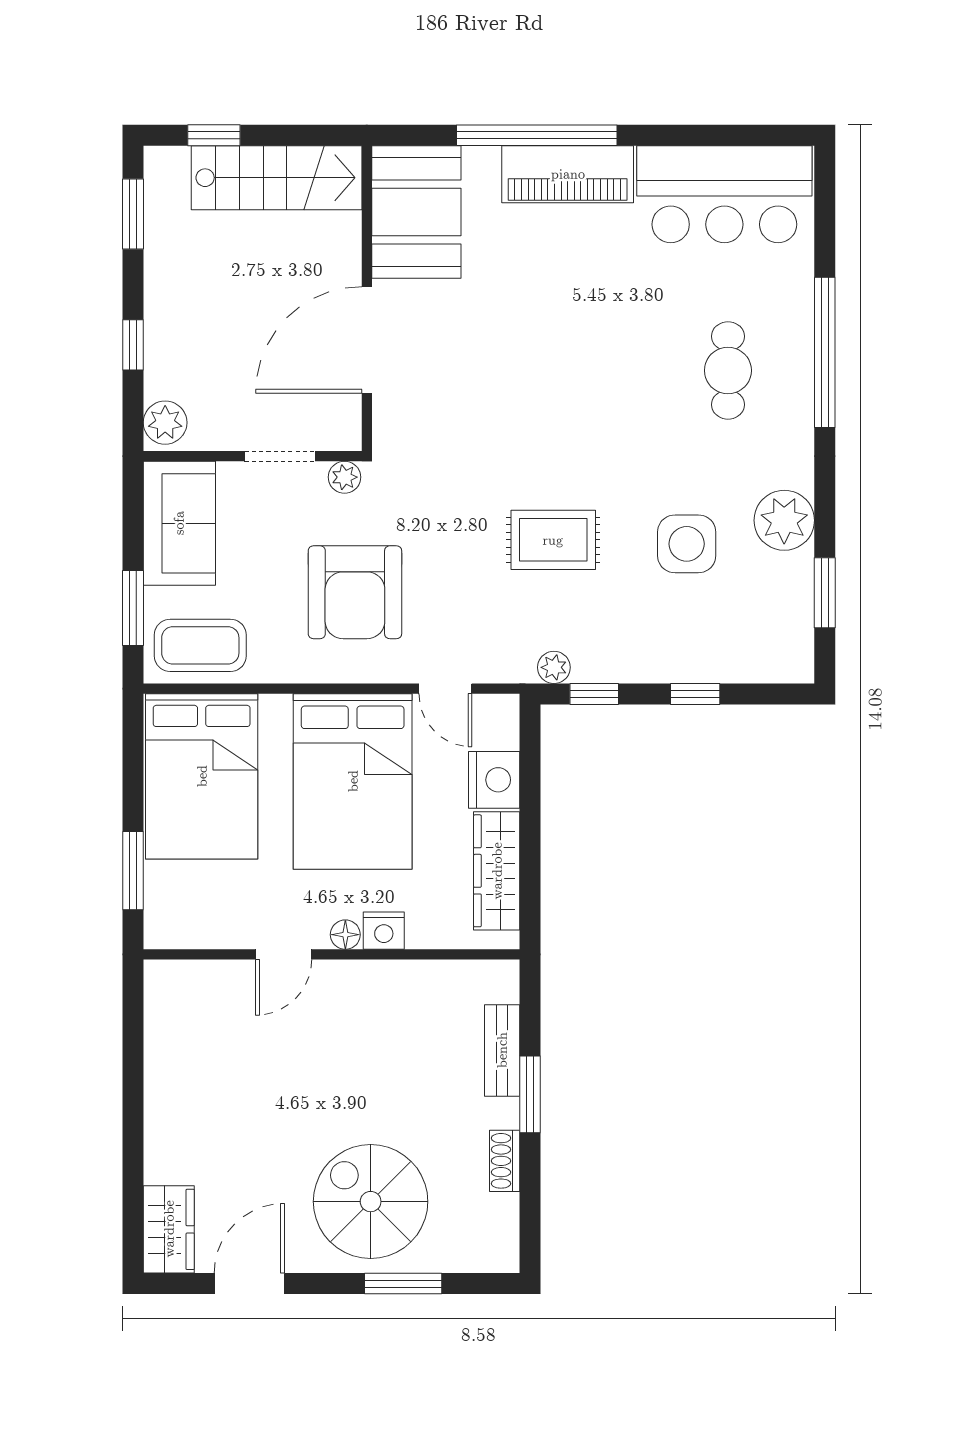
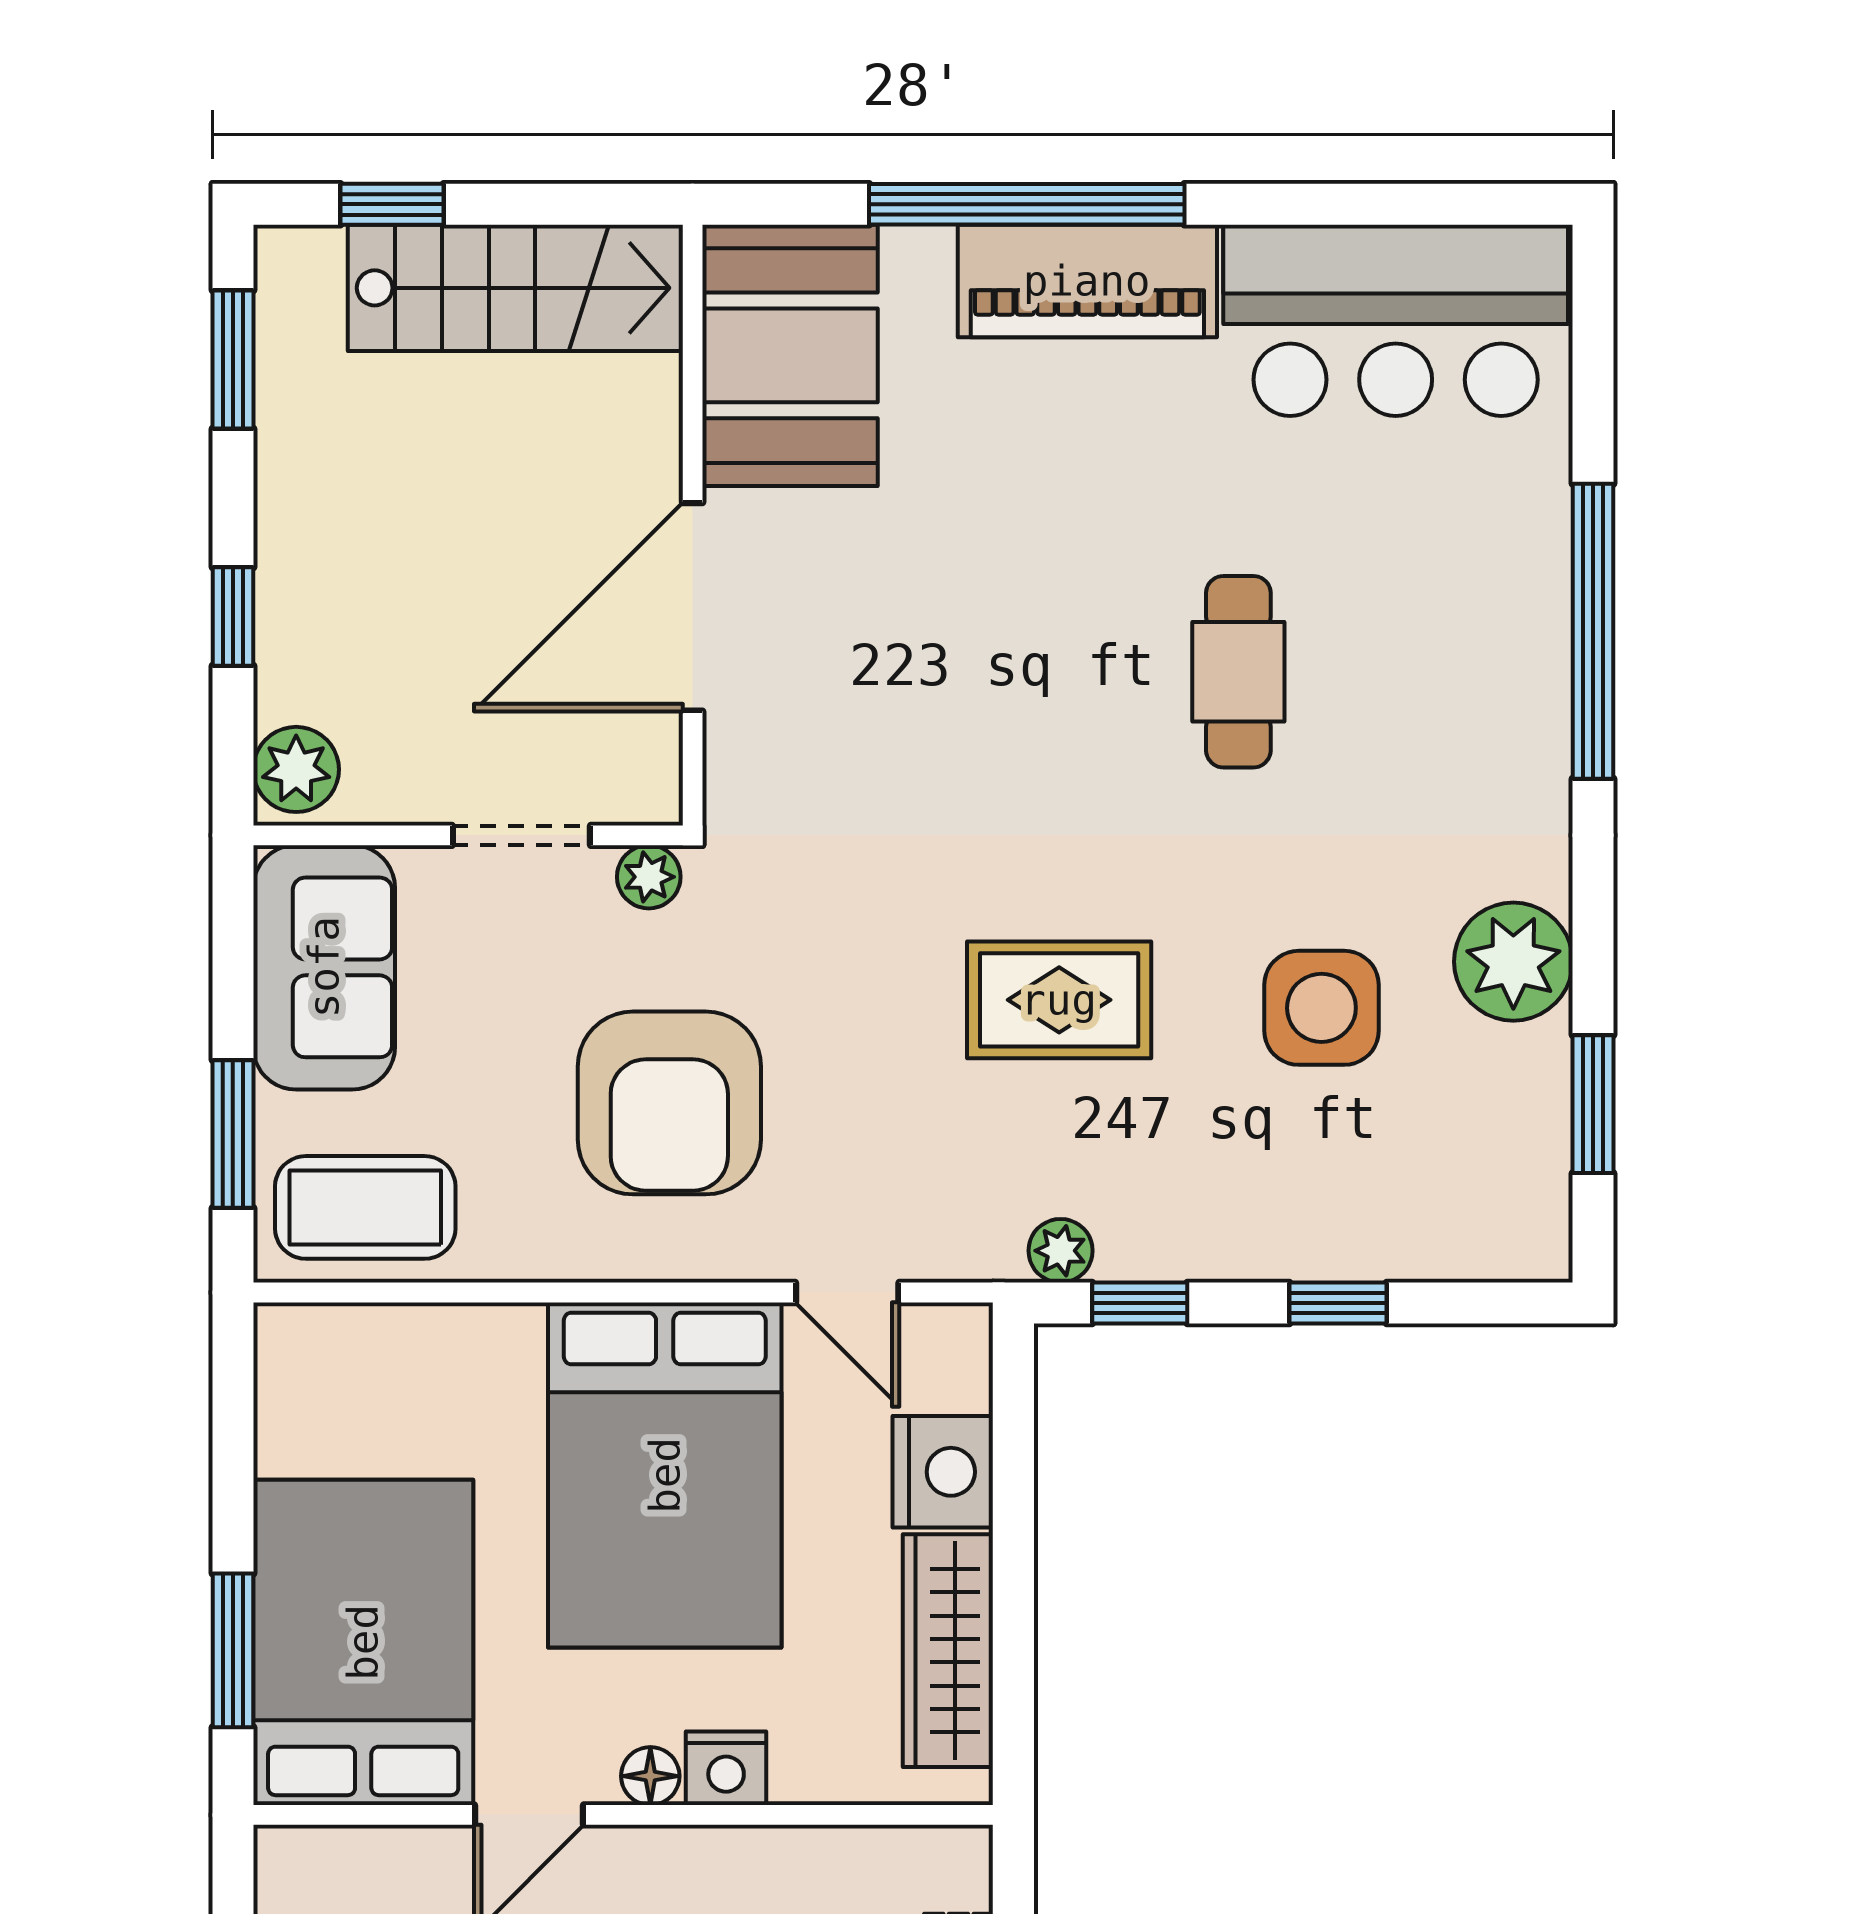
cafe table: (728, 370) -> (1238, 672), moved
bed: (202, 776) -> (363, 1642), moved, turned 180

